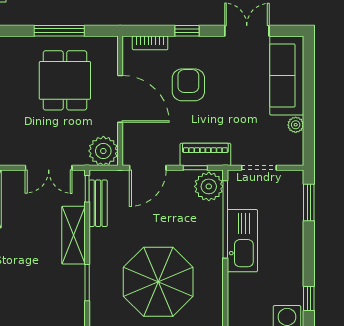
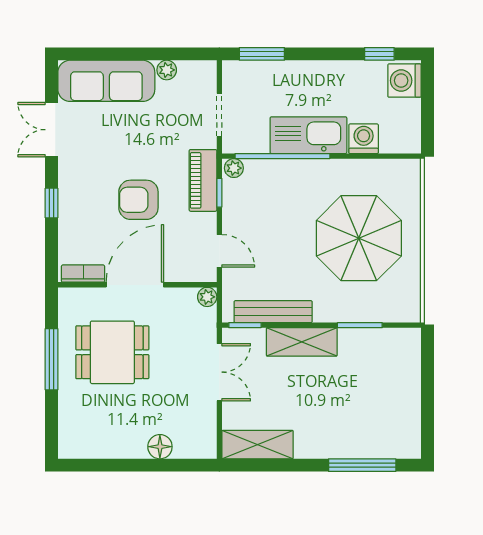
bookcase: (150, 43) -> (83, 274), moved, turned -90
armchair: (188, 85) -> (138, 200), moved
plant: (103, 151) -> (207, 297), width x0.53, depth x0.53
door: (148, 168) -> (219, 251), width x0.73
plant: (209, 186) -> (234, 168), width x0.53, depth x0.53
bench: (98, 203) -> (273, 312), width x1.36
washing machine: (239, 286) -> (364, 139), added

